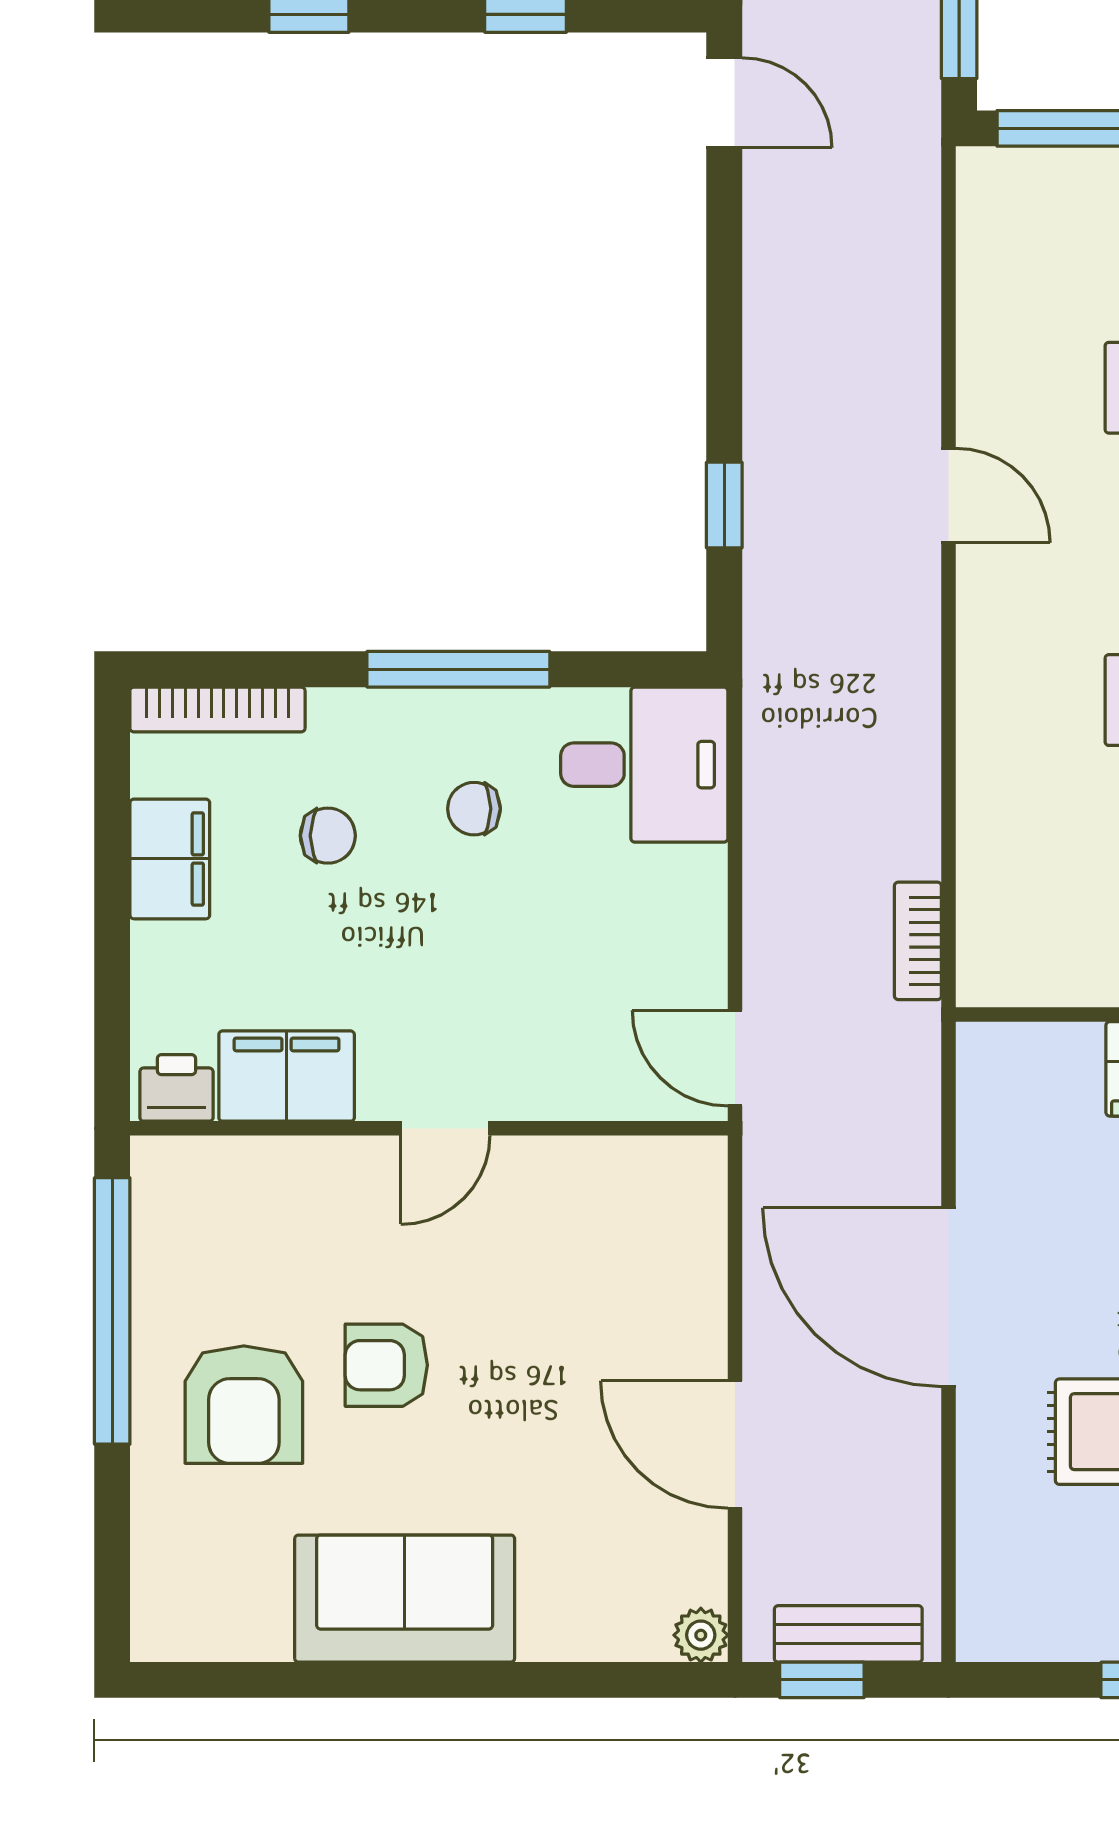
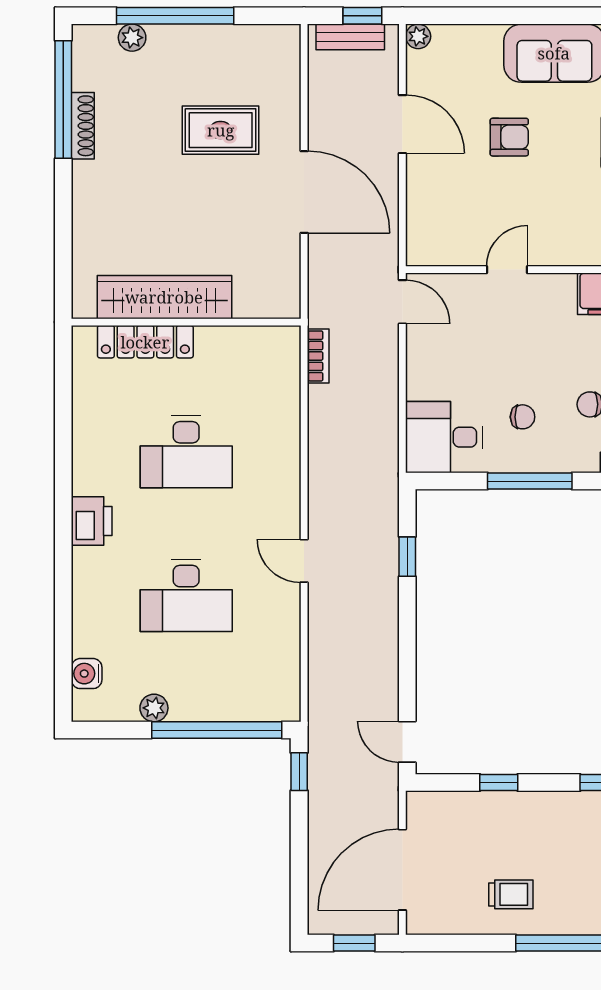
door: (445, 1128) -> (507, 270), moved
armchair: (386, 1365) -> (509, 137), moved

